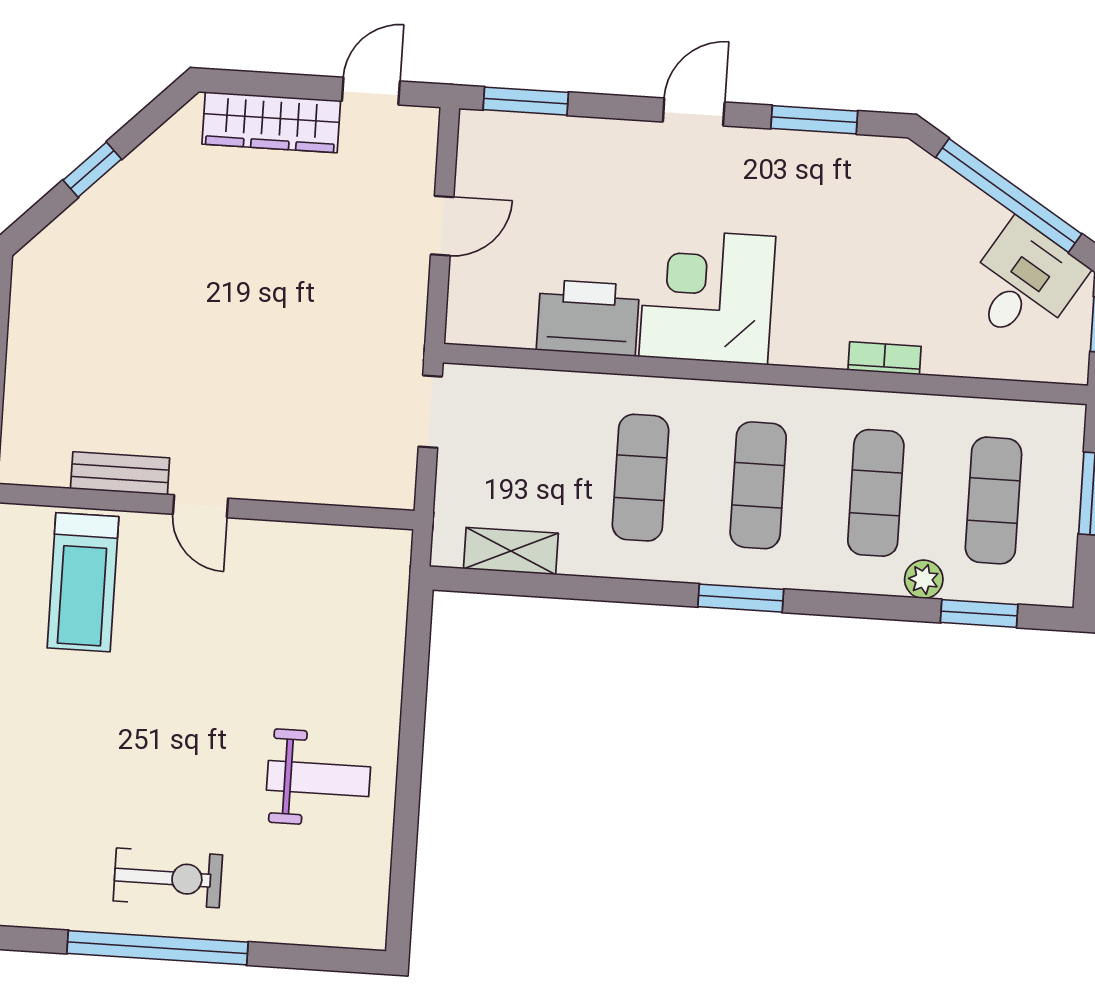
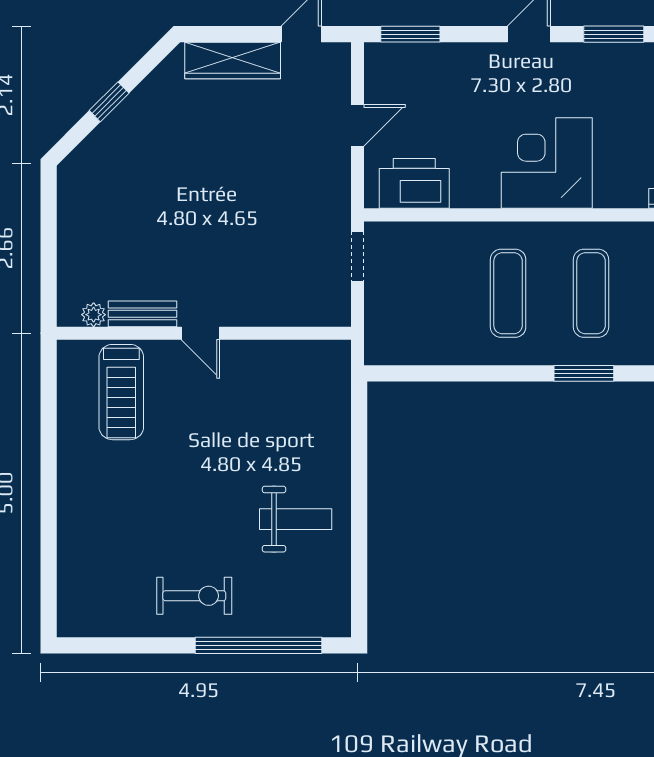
printer: (588, 318) -> (414, 183), moved
plant: (51, 470) -> (94, 315), added
shelving: (511, 551) -> (420, 351), removed
window: (157, 948) -> (259, 645), moved

